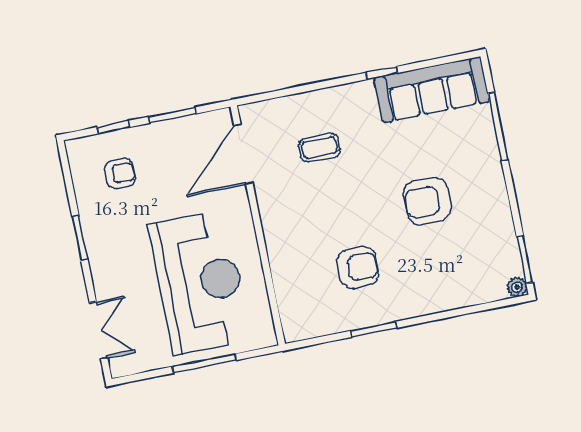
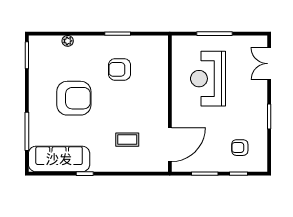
armchair: (427, 201) -> (74, 98), width x1.36, depth x1.36
reception desk: (200, 283) -> (208, 79), width x0.74, depth x0.77
plant: (517, 287) -> (68, 41), moved

